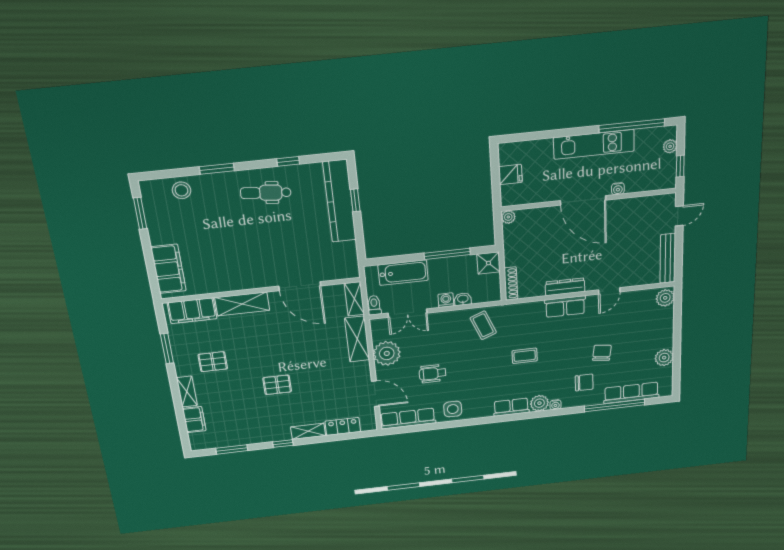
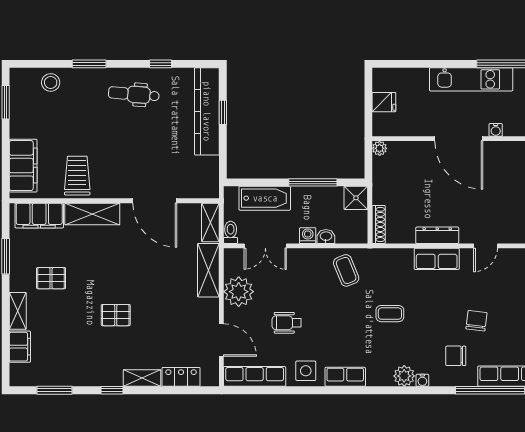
trolley: (222, 272) -> (77, 176), added
chair: (584, 382) -> (456, 356), turned 180
row of seats: (511, 407) -> (345, 377), moved

